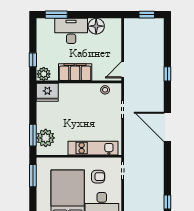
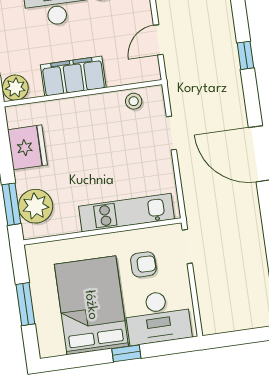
door: (123, 70) -> (158, 40), moved
fridge: (47, 92) -> (27, 147), moved, turned -90
window: (33, 176) -> (25, 304), moved

